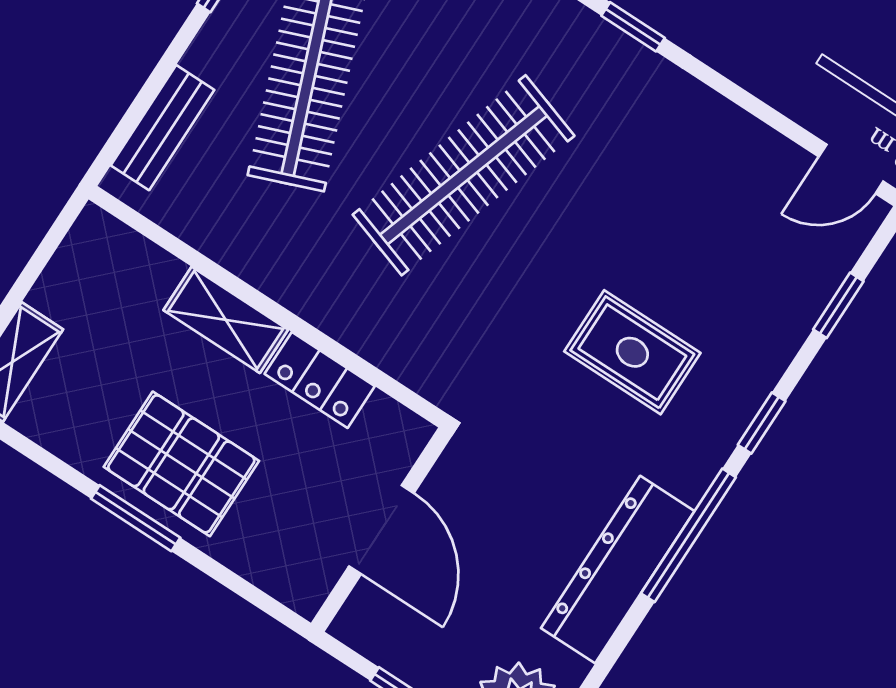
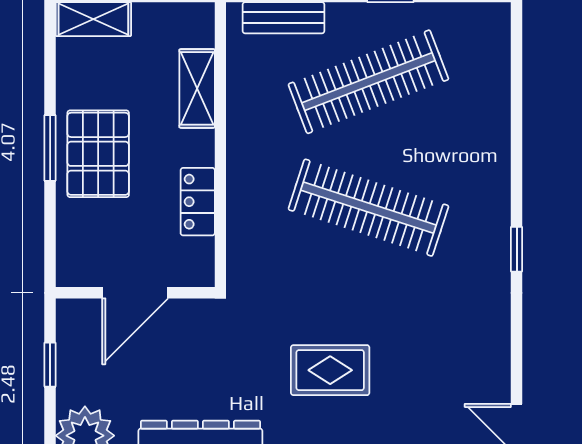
shelving: (226, 320) -> (197, 88), moved
rug: (632, 352) -> (330, 370), turned 90

